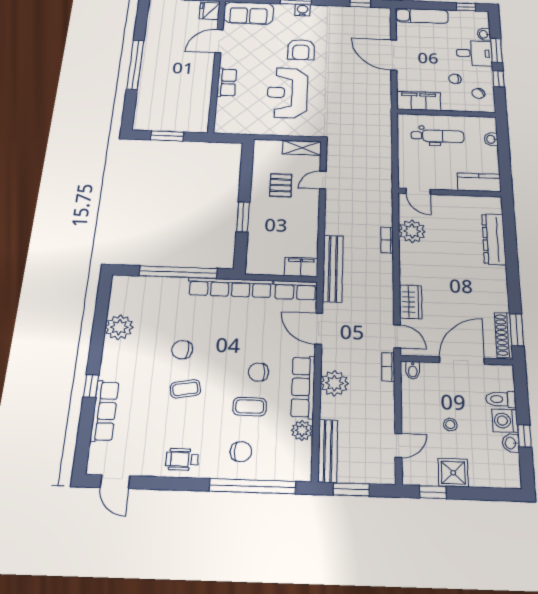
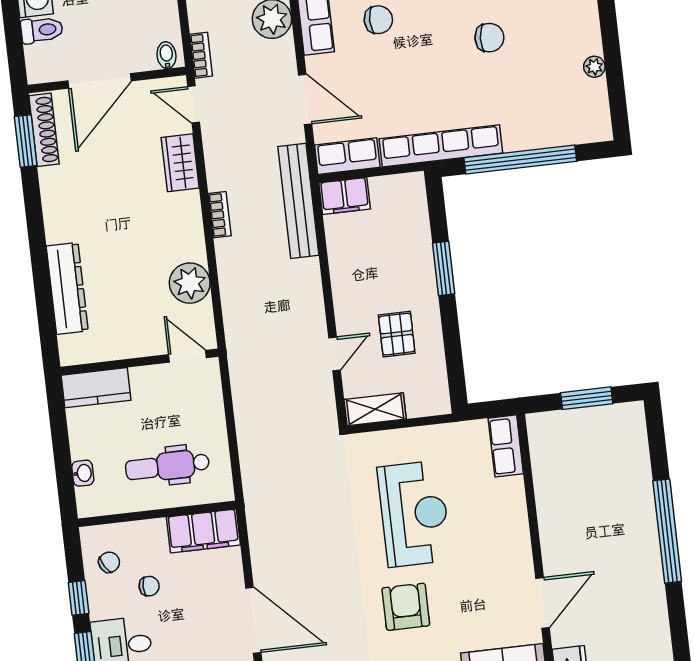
row of seats: (227, 82) -> (506, 446), moved
bookcase: (387, 240) -> (220, 215), moved
plant: (119, 327) -> (594, 67), width x0.53, depth x0.53

